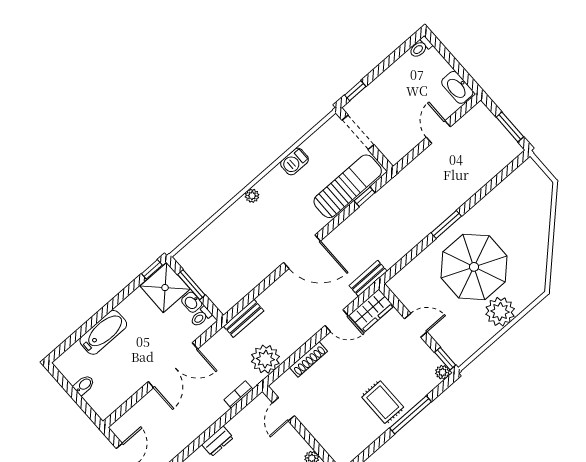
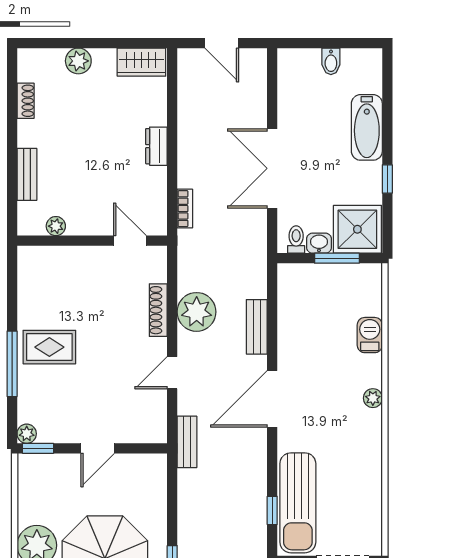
barbecue: (295, 162) -> (370, 335), moved
window: (152, 269) -> (387, 179), moved
wardrobe: (371, 311) -> (152, 417), removed
bench: (244, 318) -> (257, 327), moved
plant: (265, 359) -> (197, 312), moved

